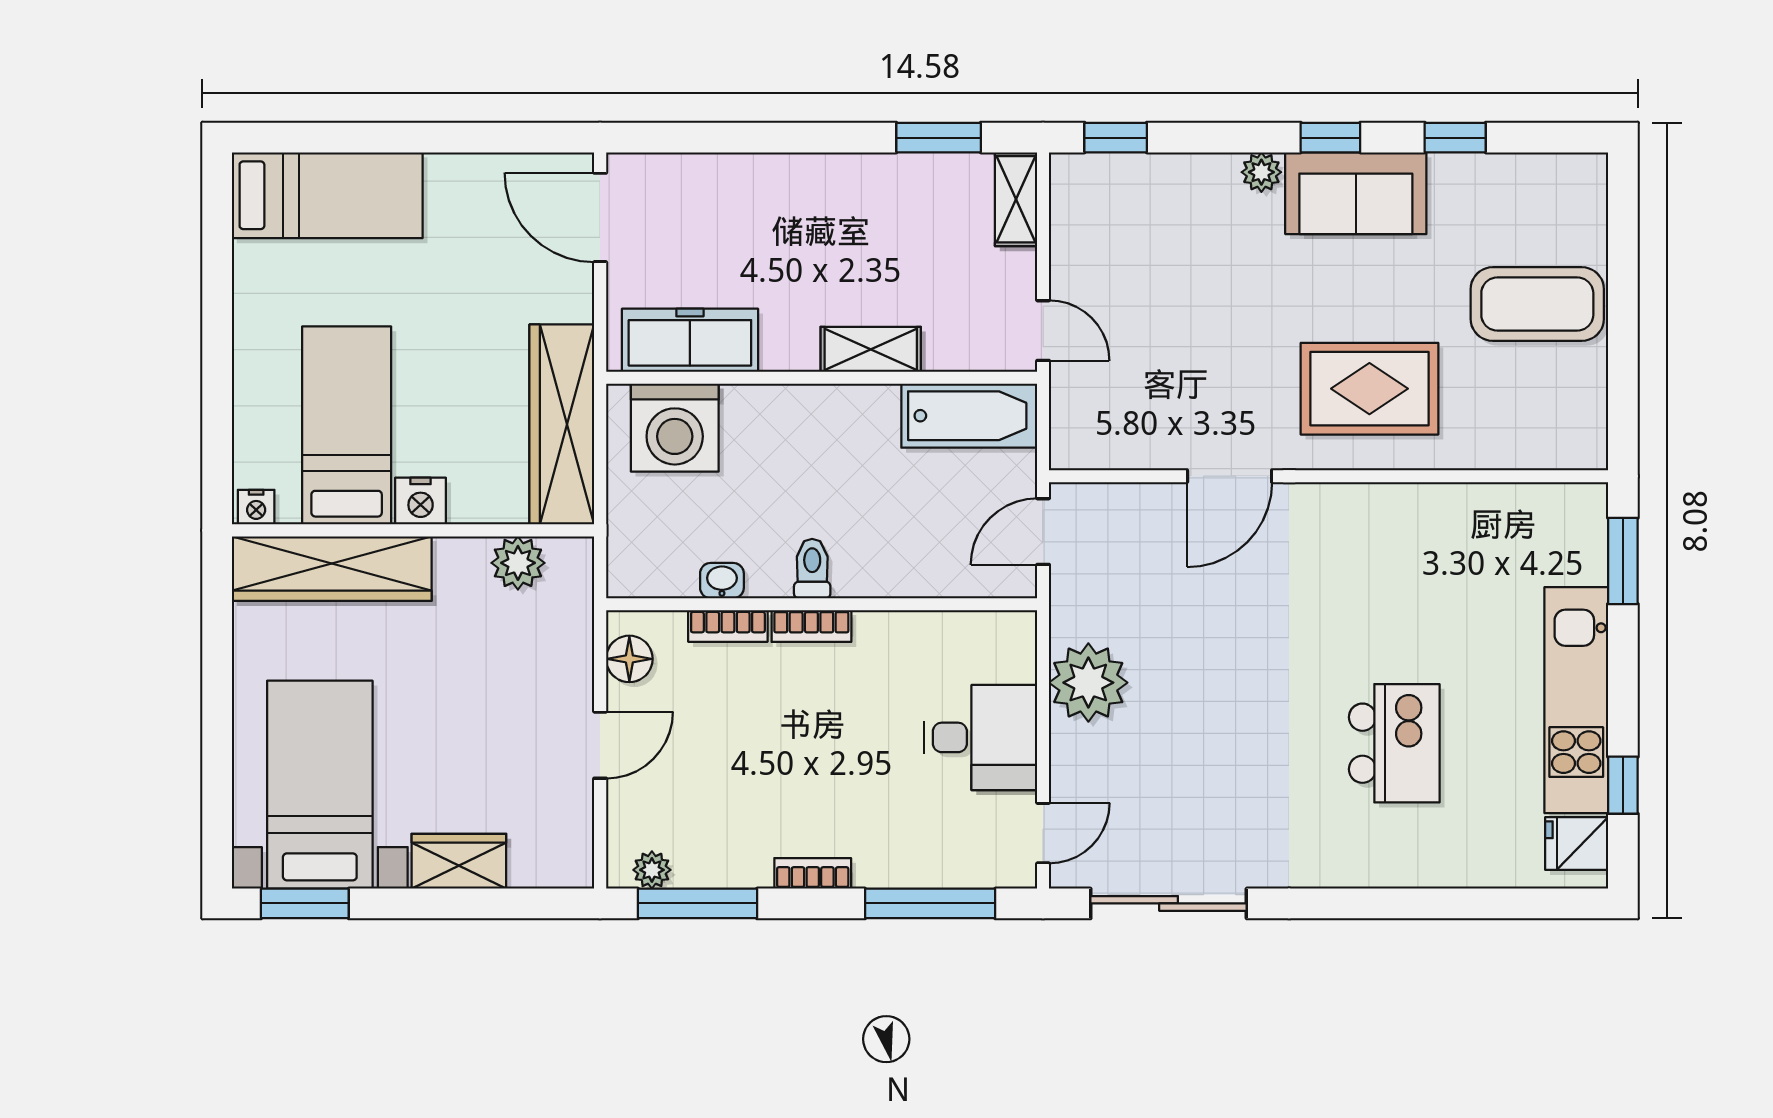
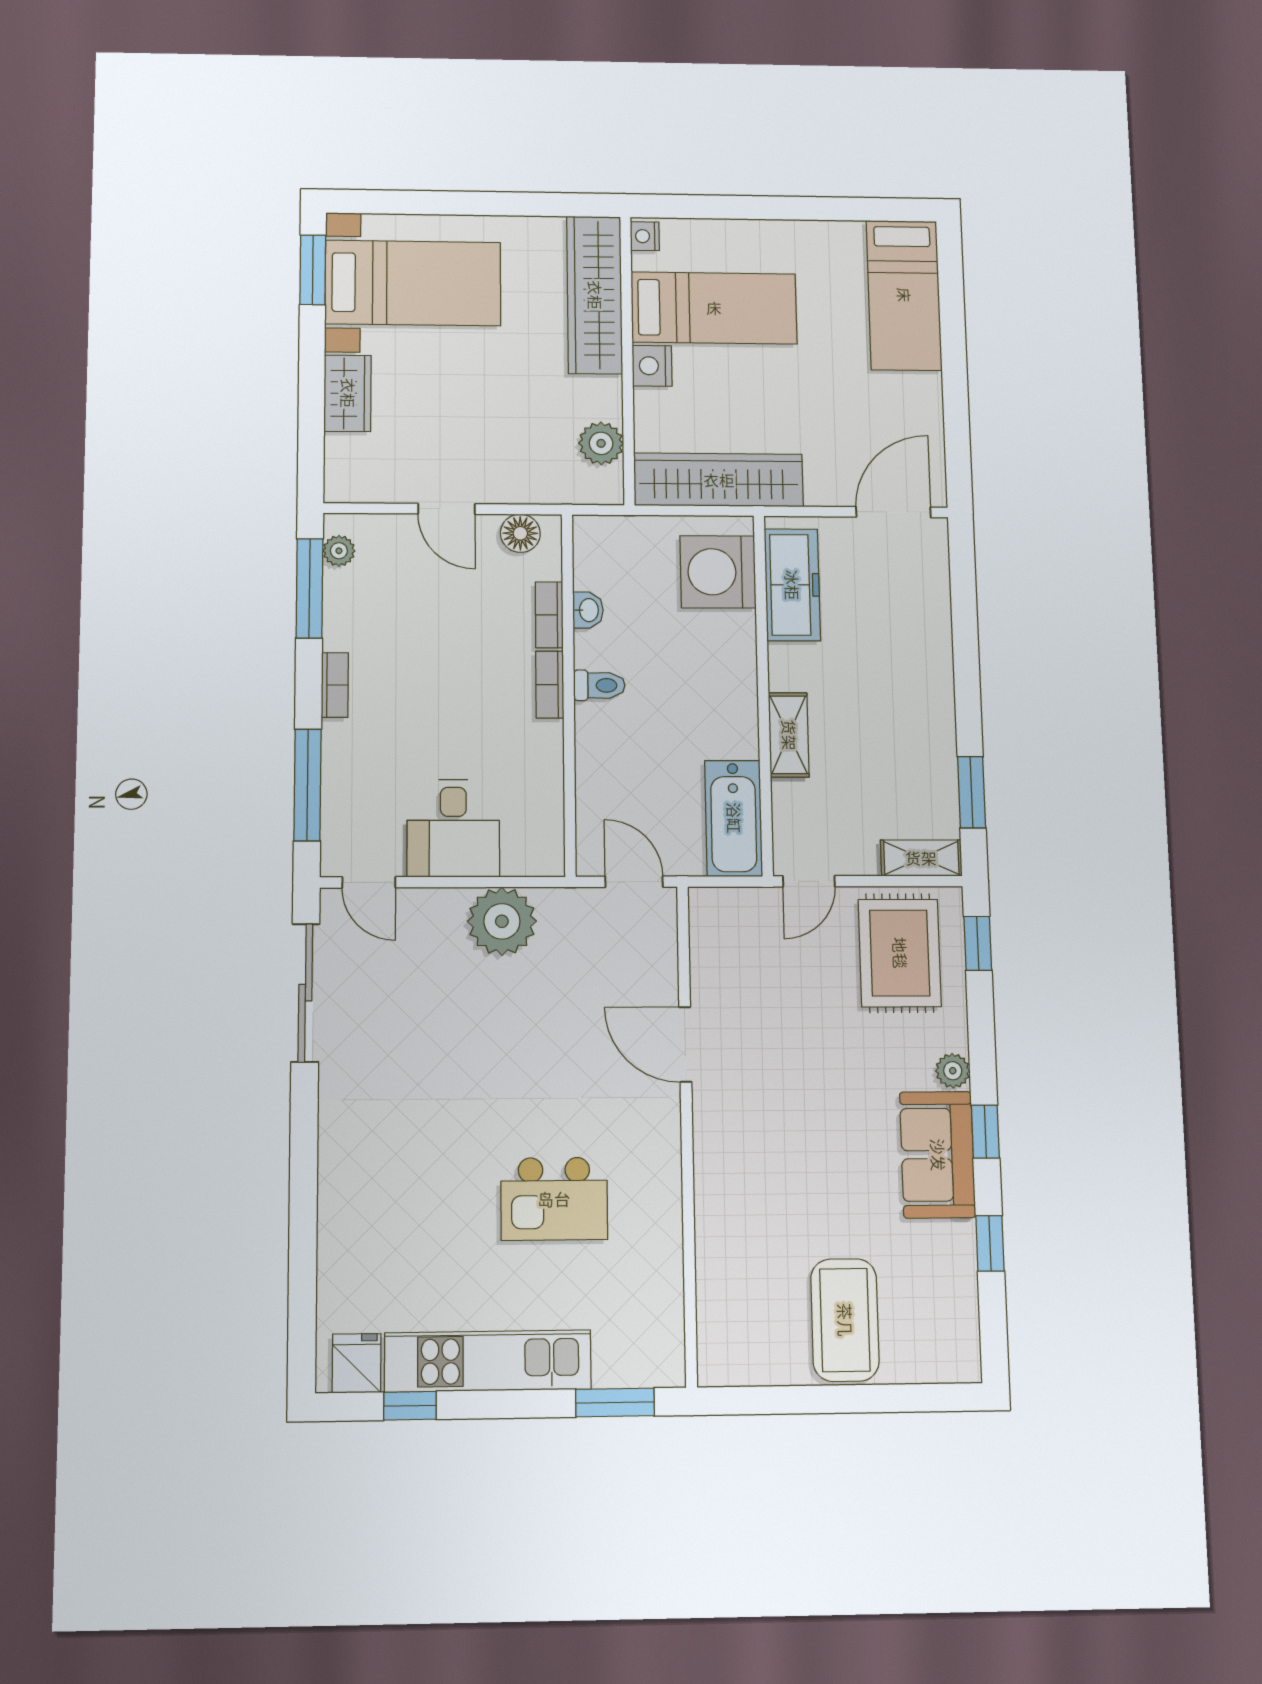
rug: (1369, 389) -> (900, 953), moved
kitchen island: (1394, 743) -> (554, 1199), moved

